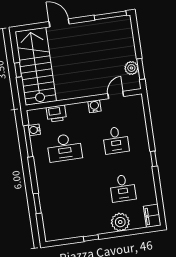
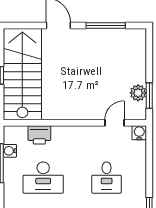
window: (110, 15) -> (106, 25), moved
water cooler: (95, 106) -> (139, 133), moved

